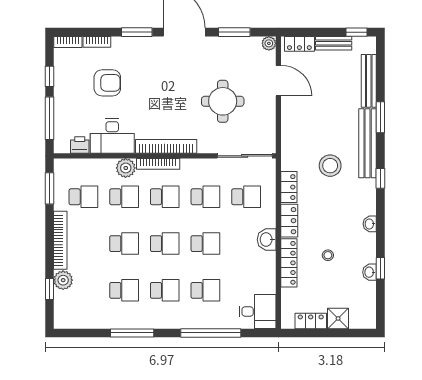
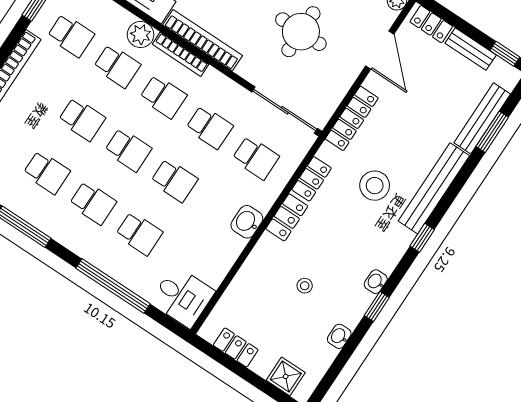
window: (380, 117) -> (492, 132), moved
locker: (289, 263) -> (352, 118), moved
window: (380, 268) -> (377, 306), moved
shower: (338, 318) -> (286, 376), moved

